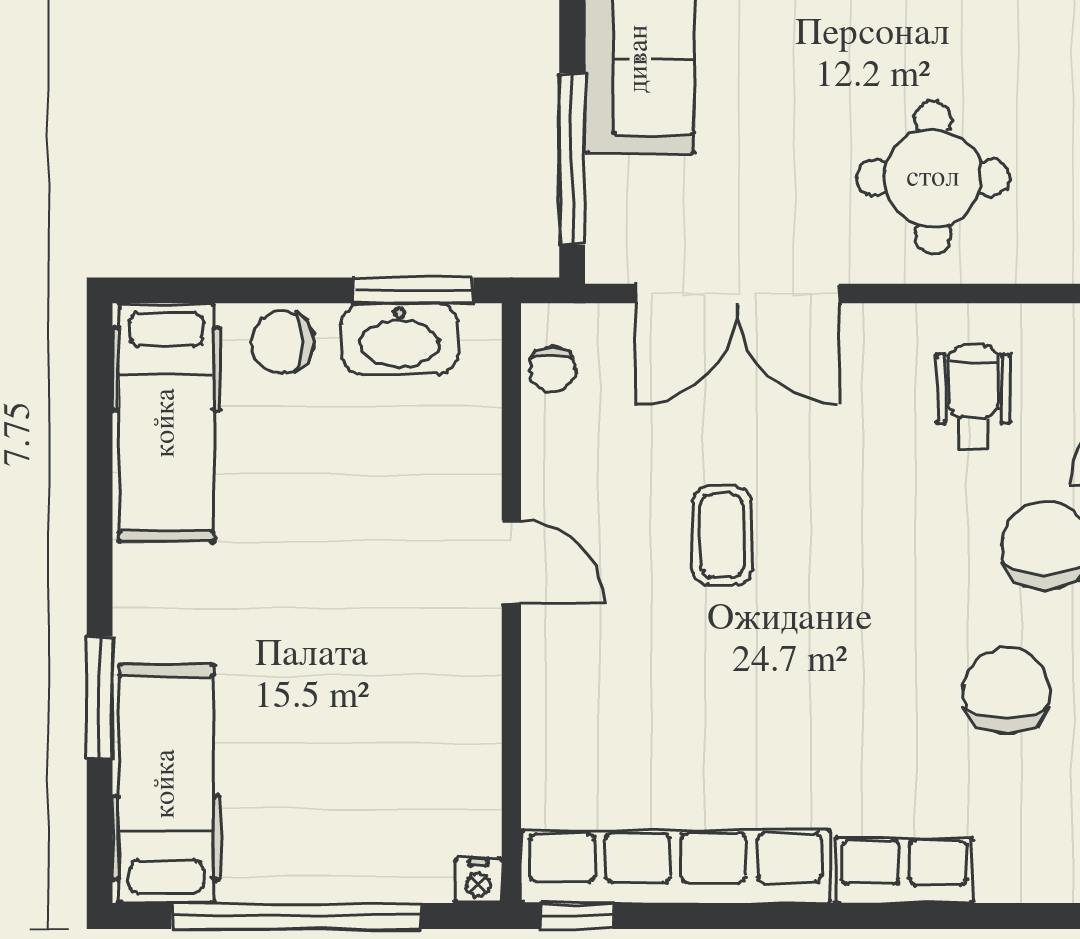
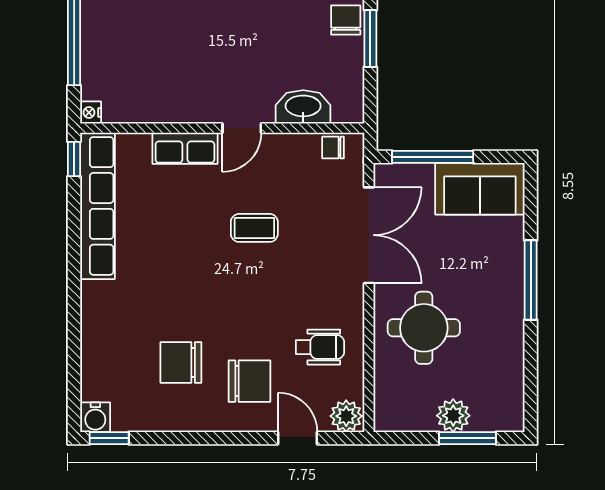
window: (413, 290) -> (370, 39), moved
double door: (737, 293) -> (369, 235), swing flipped
washbasin: (400, 338) -> (303, 107), moved, turned 90
chair: (1006, 691) -> (181, 362), turned 180
row of seats: (904, 870) -> (185, 148), moved, turned 90

